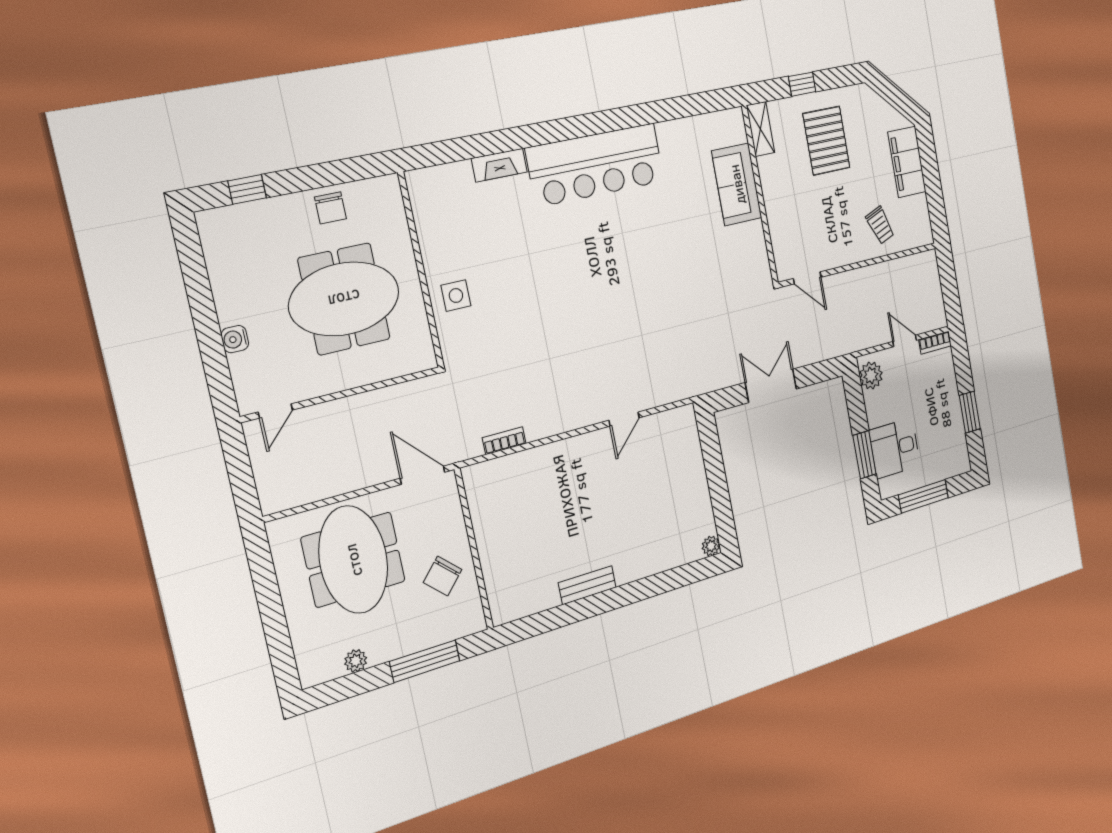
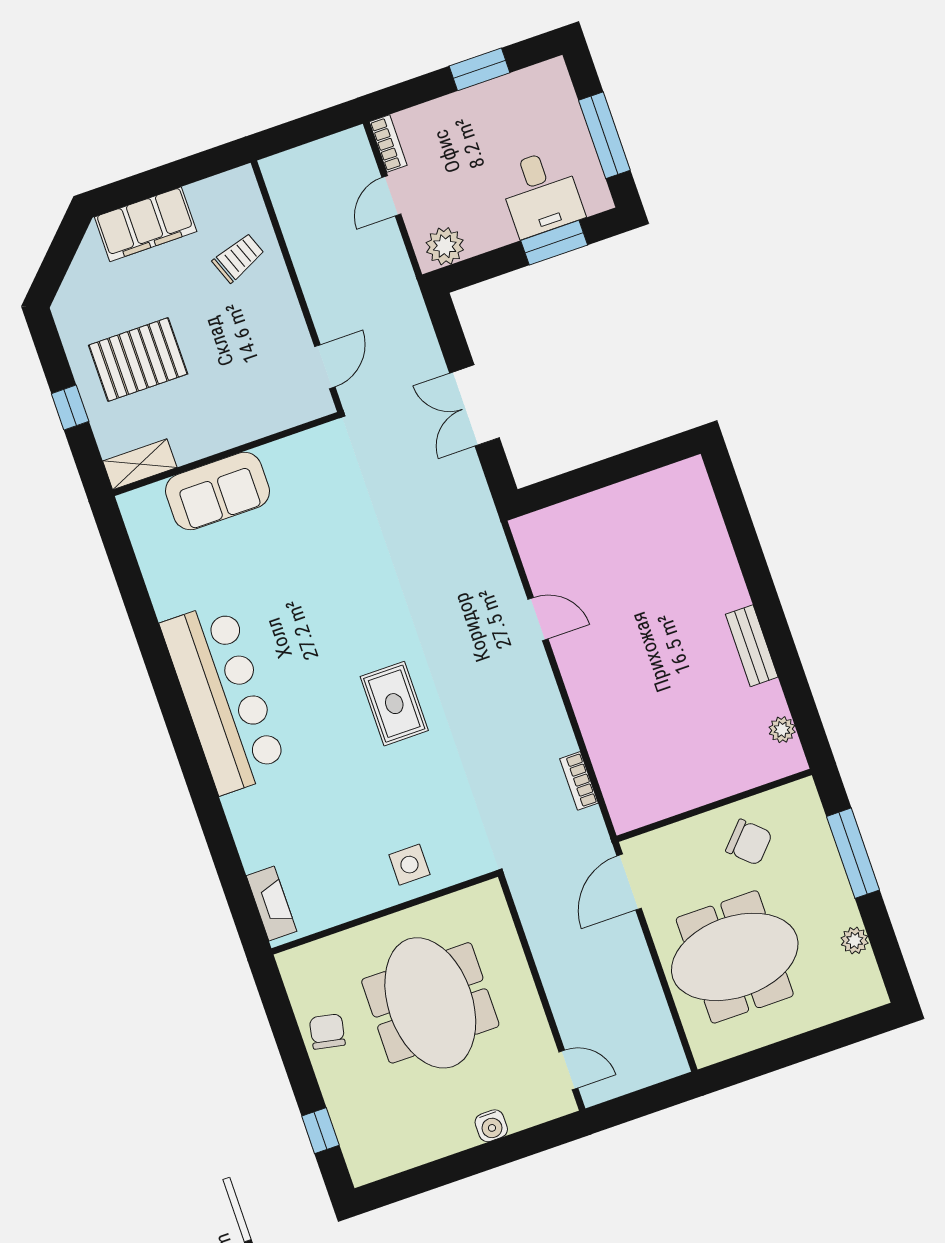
fireplace: (499, 165) -> (271, 904), moved
chair: (330, 208) -> (327, 1031), turned -79
rug: (577, 299) -> (394, 704), added
plant: (711, 546) -> (782, 730), moved

